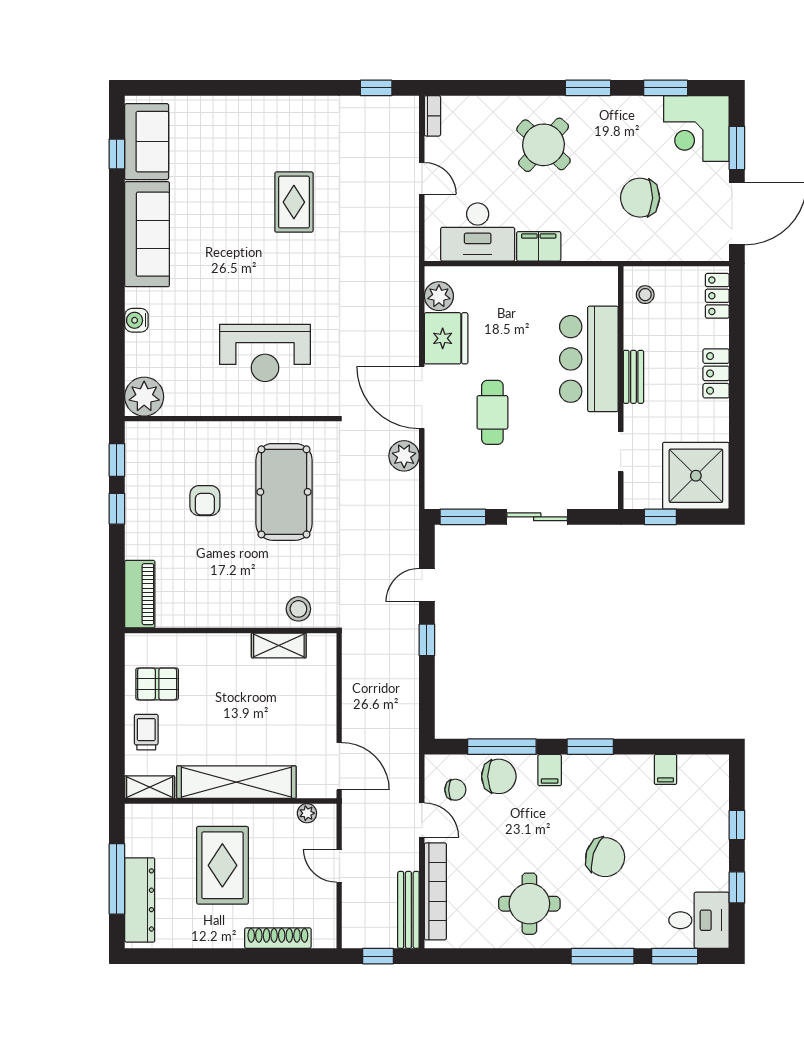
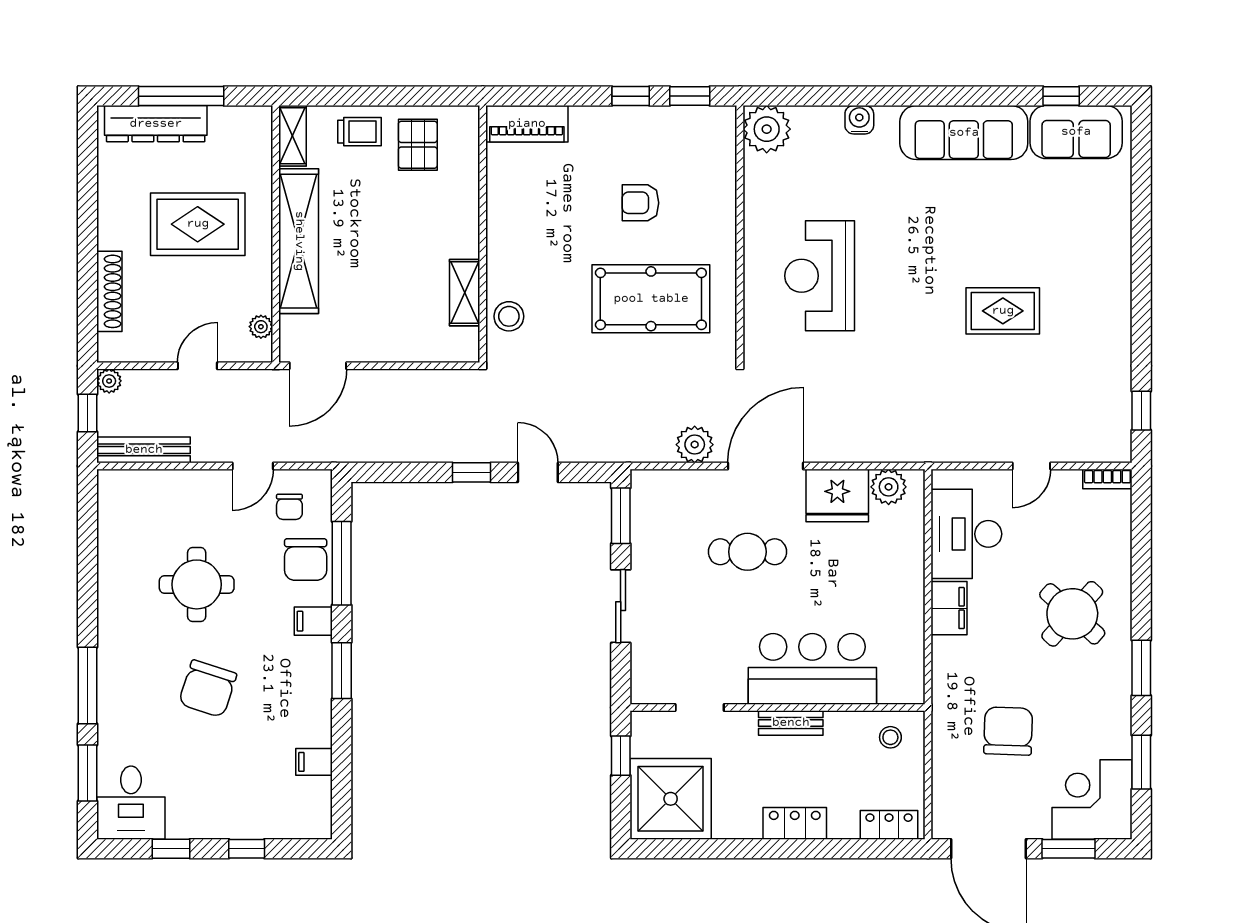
bookcase: (435, 891) -> (166, 483), removed
round table: (529, 904) -> (197, 584), moved
plant: (352, 938) -> (109, 381), added

